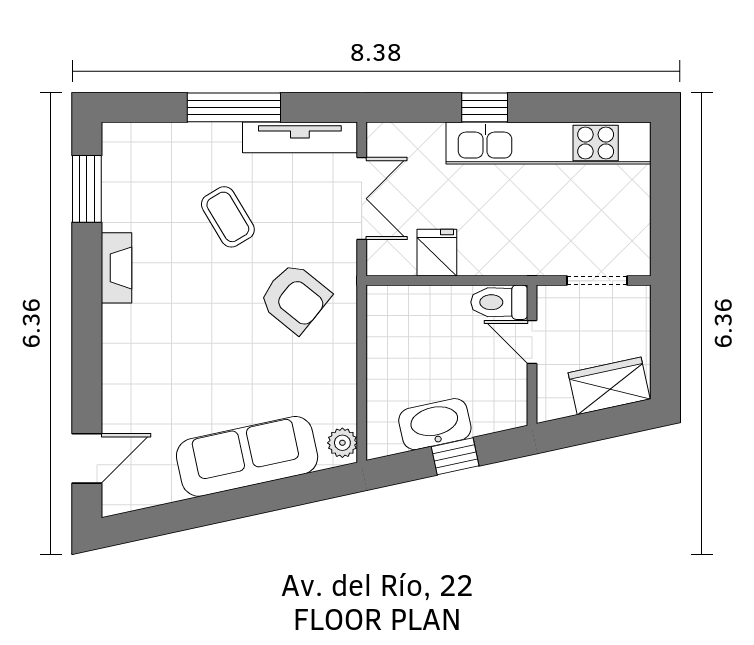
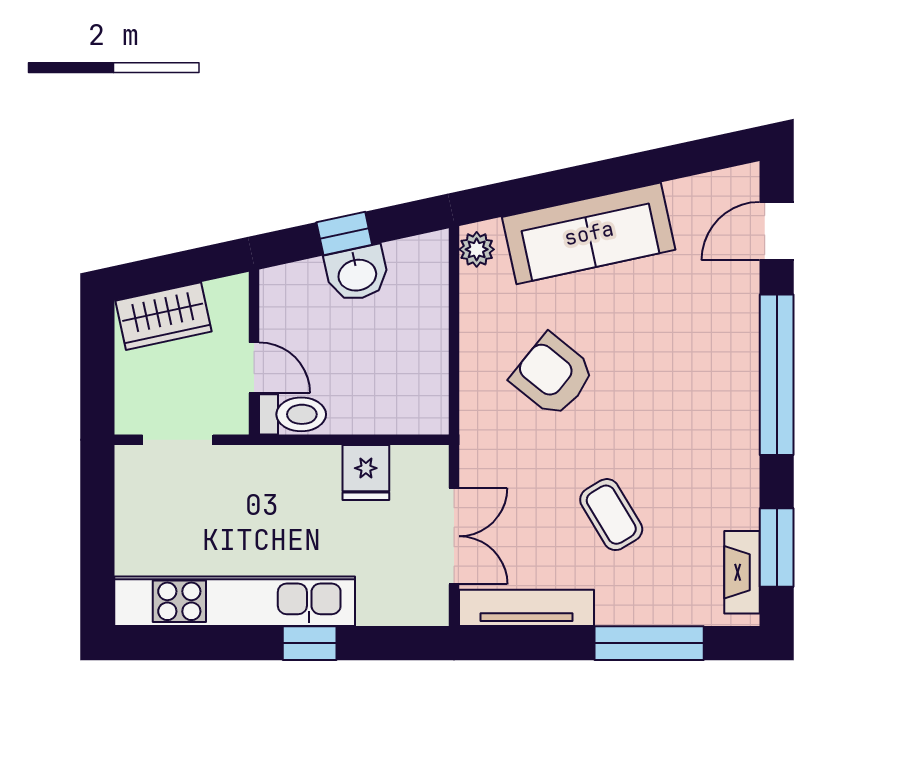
window: (234, 107) -> (649, 643), moved
double door: (362, 199) -> (454, 536), swing flipped
fireplace: (116, 268) -> (742, 572), moved
armchair: (295, 298) -> (553, 375), moved
window: (87, 336) -> (777, 375), added
washbasin: (435, 424) -> (357, 274), width x0.72

